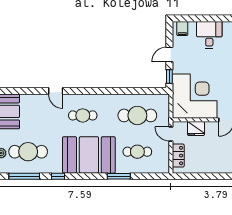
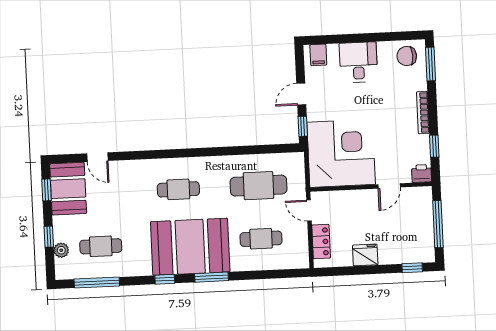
door: (56, 91) -> (97, 157), moved
fridge: (196, 128) -> (365, 255), moved, turned 180
cafe table: (28, 152) -> (101, 246), width x0.73, depth x0.74
window: (58, 176) -> (165, 279), moved
window: (119, 176) -> (211, 277), moved

